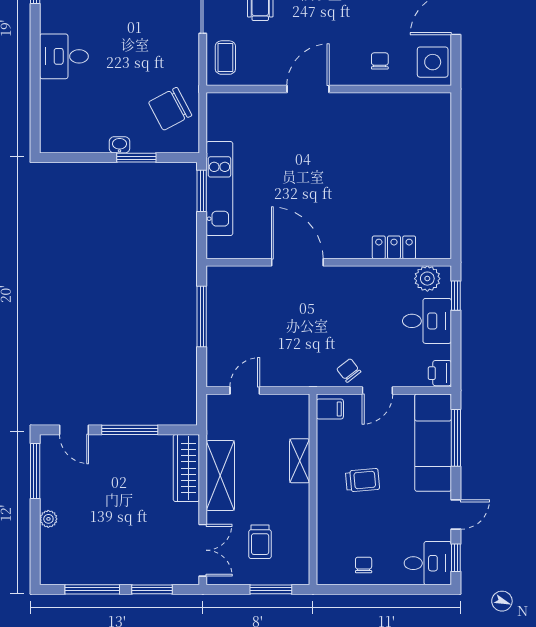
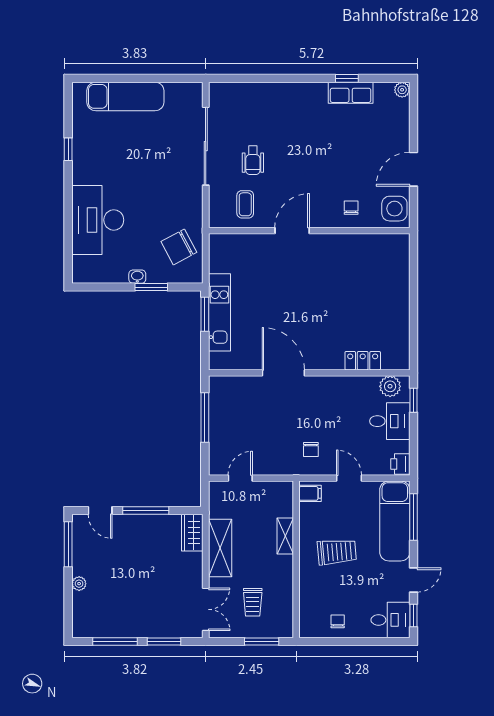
desk: (64, 56) -> (98, 220), width x1.87, depth x1.30
coffee table: (225, 58) -> (245, 204), moved
chair: (349, 370) -> (311, 449), moved, turned -142
door: (377, 390) -> (349, 478), swing flipped
wardrobe: (186, 468) -> (192, 533), width x0.67
trolley: (362, 480) -> (337, 552), width x1.36, depth x1.39

